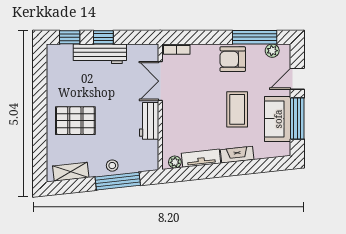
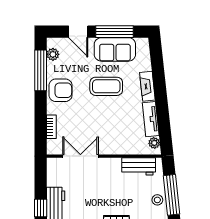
bookcase: (177, 49) -> (51, 127), moved
armchair: (233, 59) -> (61, 90), turned -90
double door: (160, 81) -> (80, 156), swing flipped
workbench: (149, 121) -> (139, 166), moved

